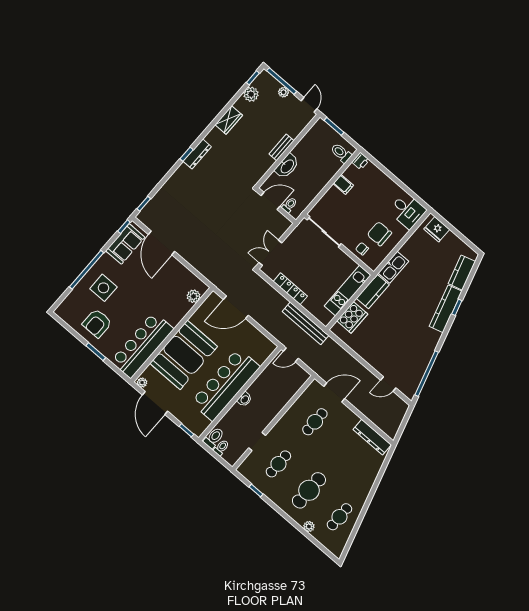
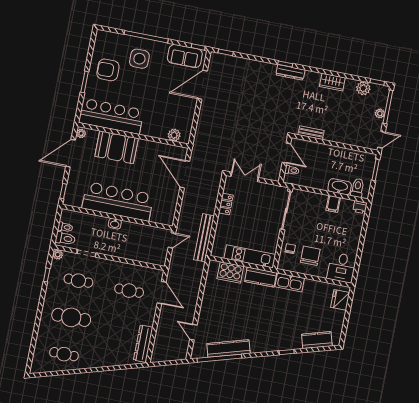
bench: (282, 147) -> (311, 133), moved
washbasin: (287, 166) -> (340, 187), moved, turned 180
locker: (290, 289) -> (226, 204), width x0.66
kitchen counter: (446, 309) -> (229, 348), moved
booth: (184, 355) -> (117, 147), width x0.73, depth x0.70
door: (291, 355) -> (172, 240), swing flipped
toilet: (214, 438) -> (65, 238), moved
plant: (309, 527) -> (58, 255), moved

